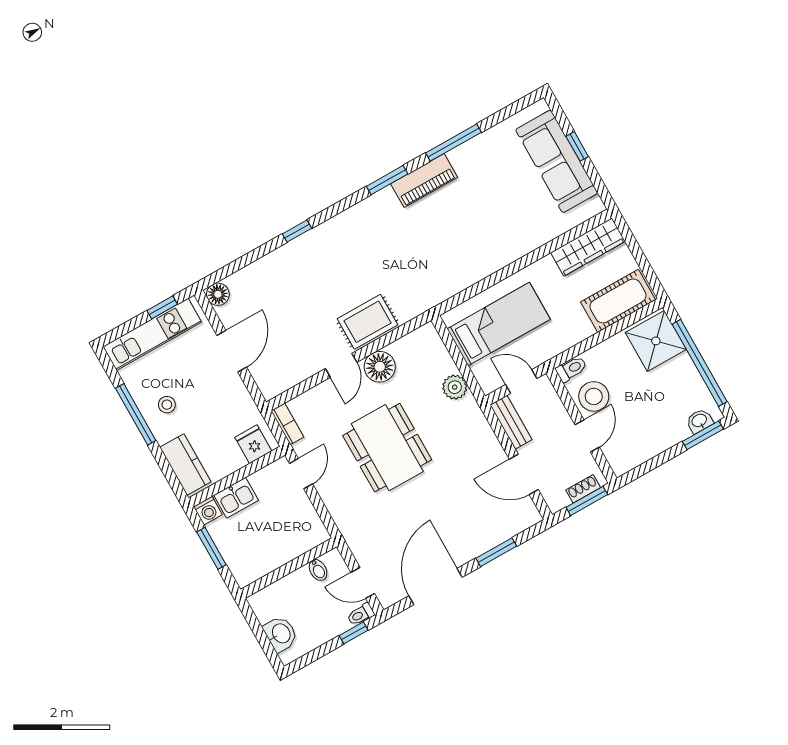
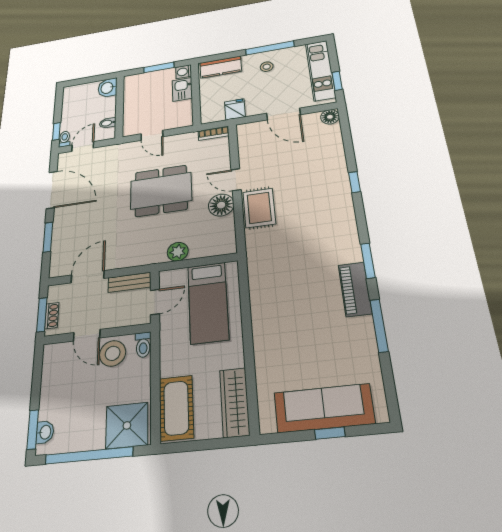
fridge: (253, 444) -> (235, 109), moved, turned -90
door: (301, 474) -> (152, 135), moved
washbasin: (281, 634) -> (107, 88), moved, turned 90

